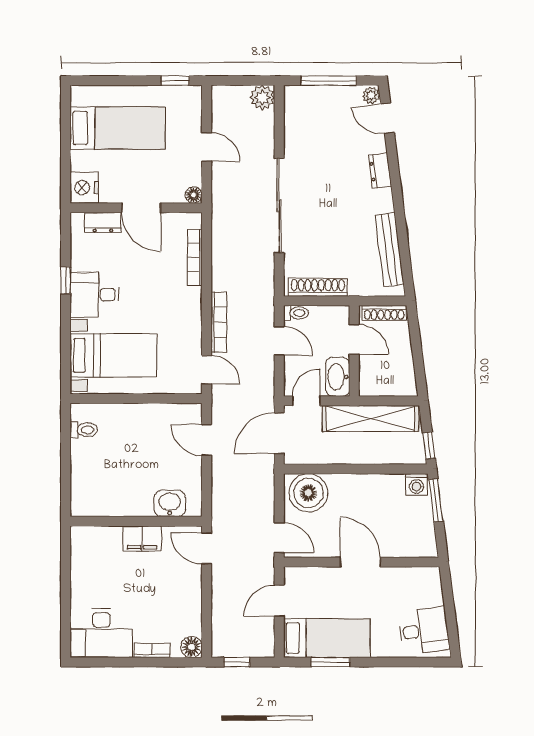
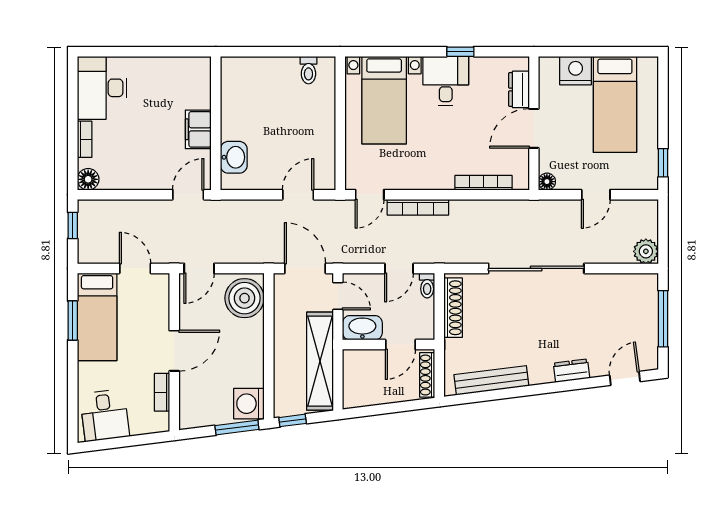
plant: (371, 95) -> (648, 362), removed
nightstand: (84, 188) -> (576, 71), moved
washing machine: (416, 484) -> (249, 404), width x1.38, depth x1.38
bookcase: (401, 574) -> (162, 392), added

